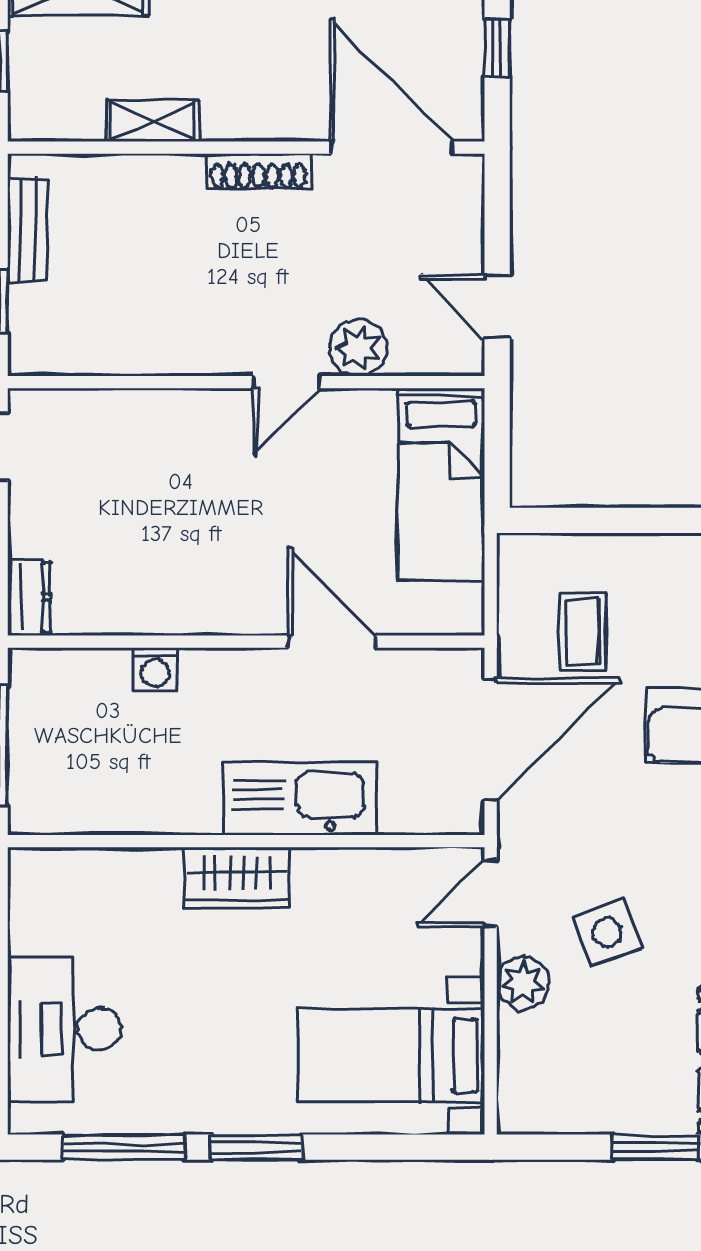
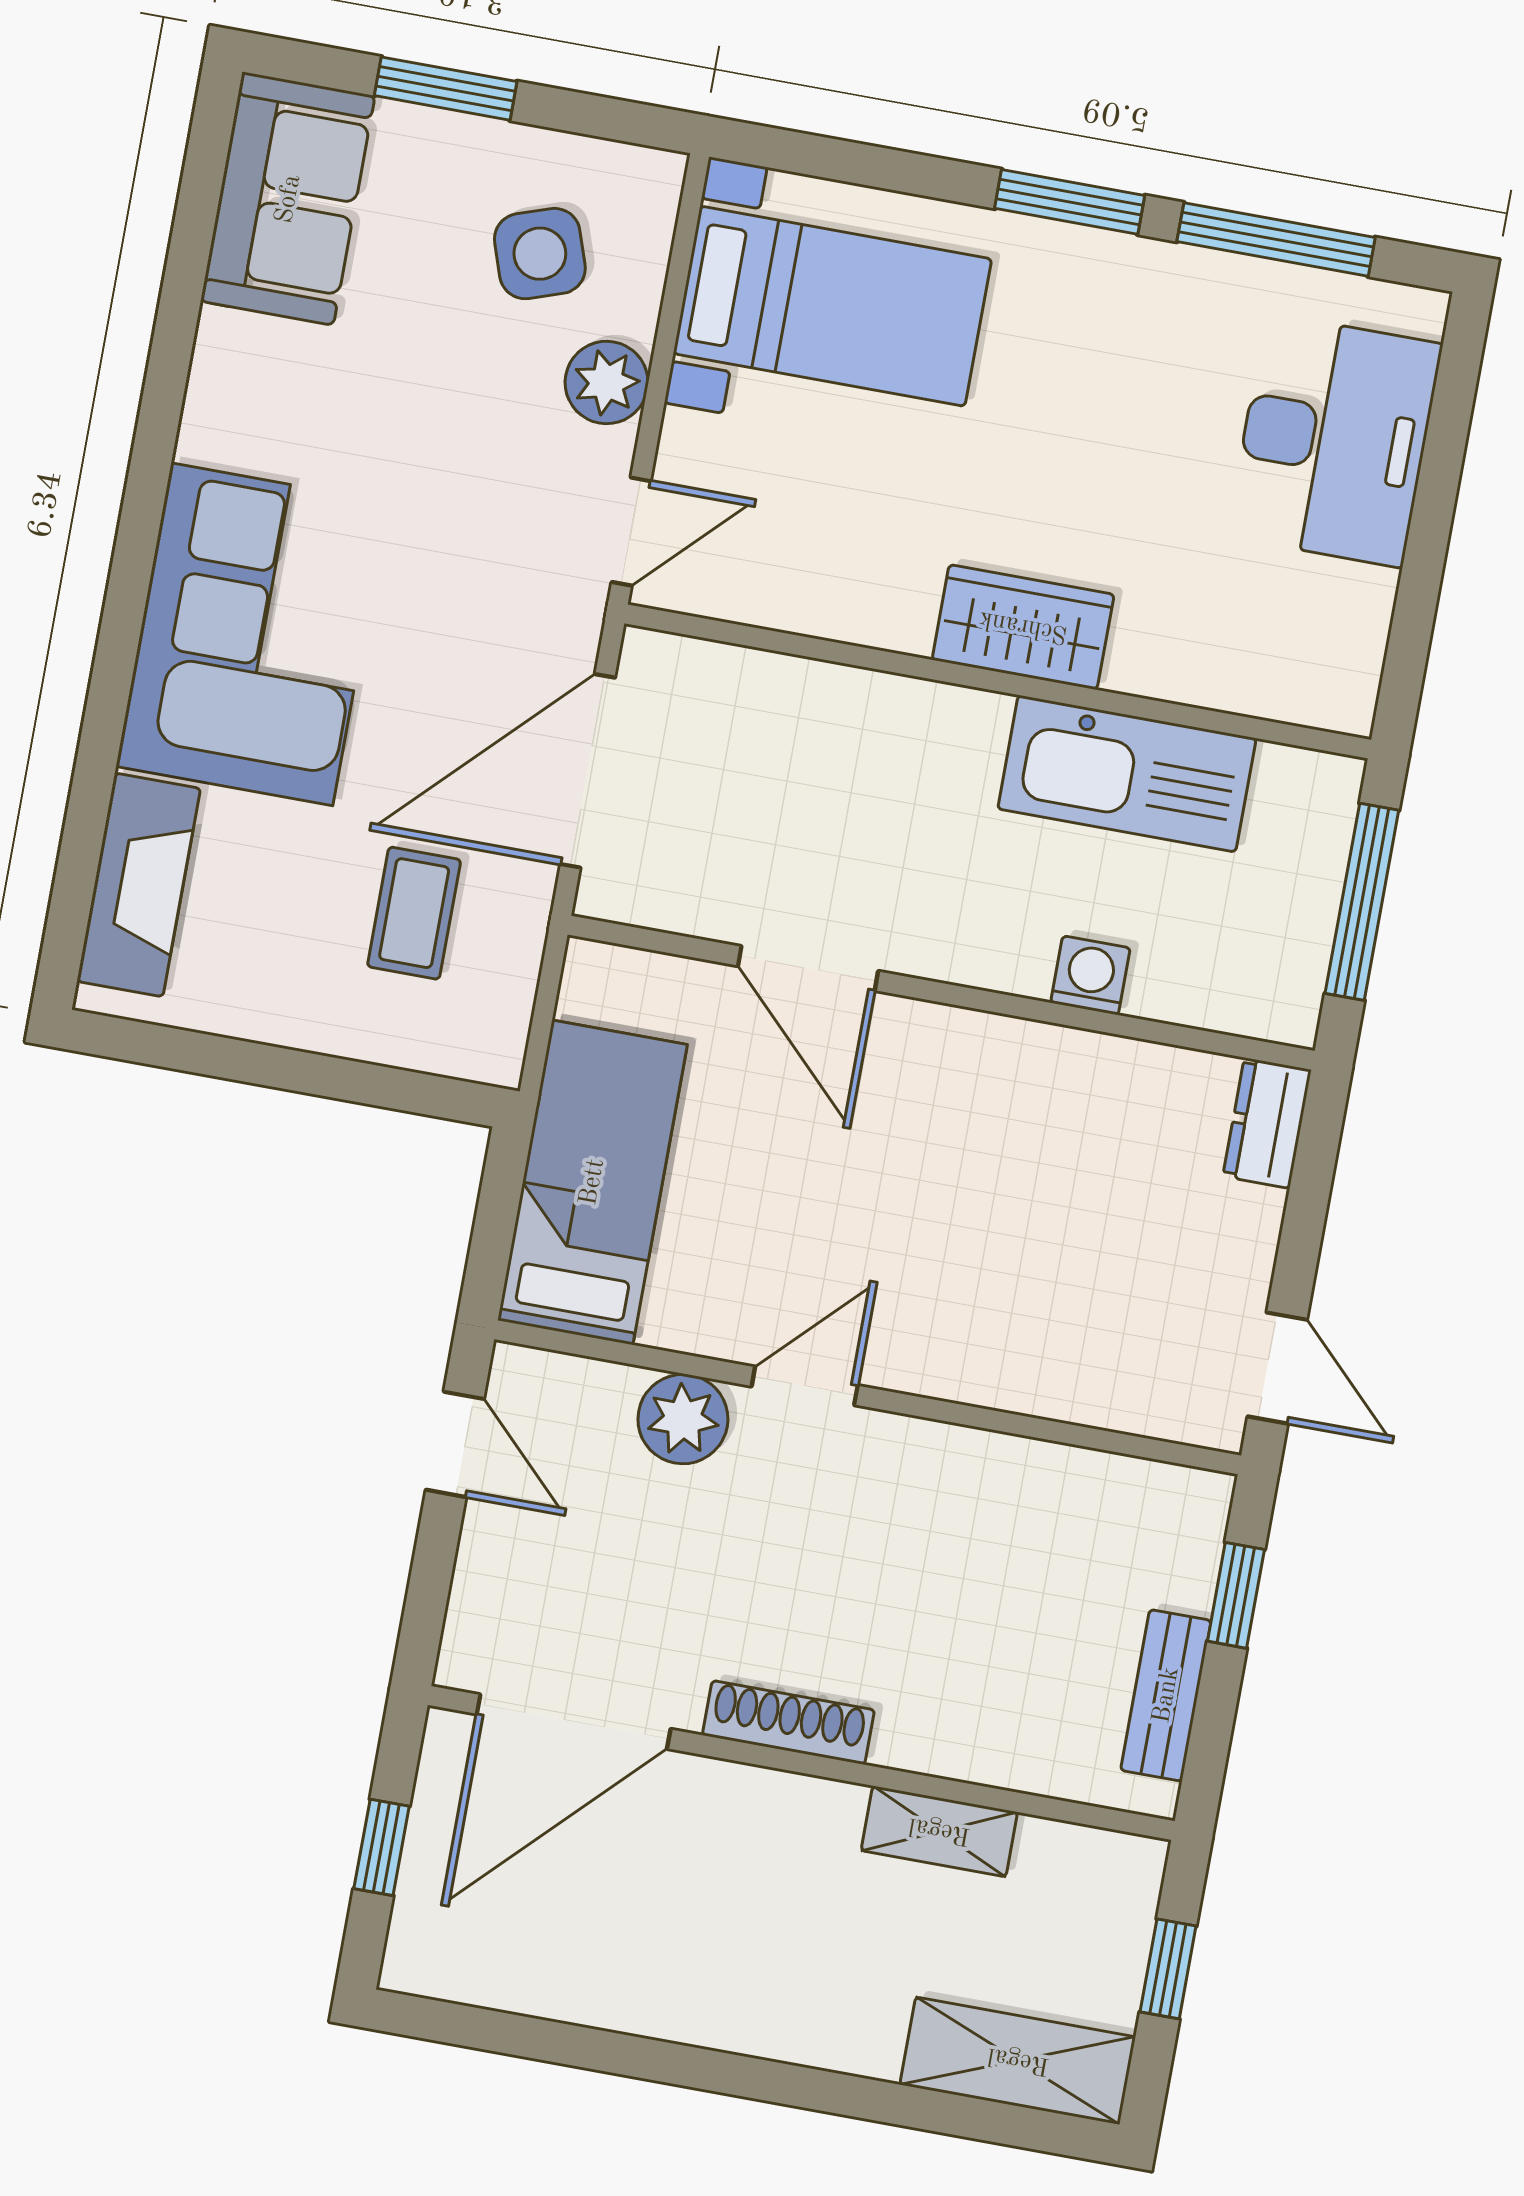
door: (392, 148) -> (574, 1722), hinge flipped
kitchen sink: (300, 799) -> (1127, 774), moved
side table: (607, 932) -> (540, 254), moved

